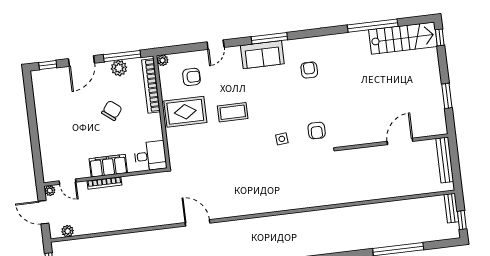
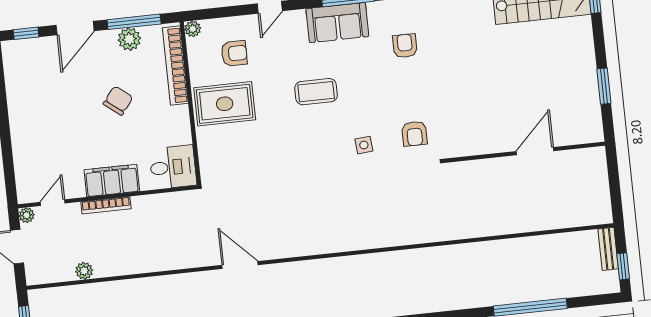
coffee table: (233, 112) -> (316, 92), moved
bench: (445, 160) -> (599, 179), removed
door: (68, 182) -> (53, 203), swing flipped
plant: (68, 231) -> (84, 271), moved

